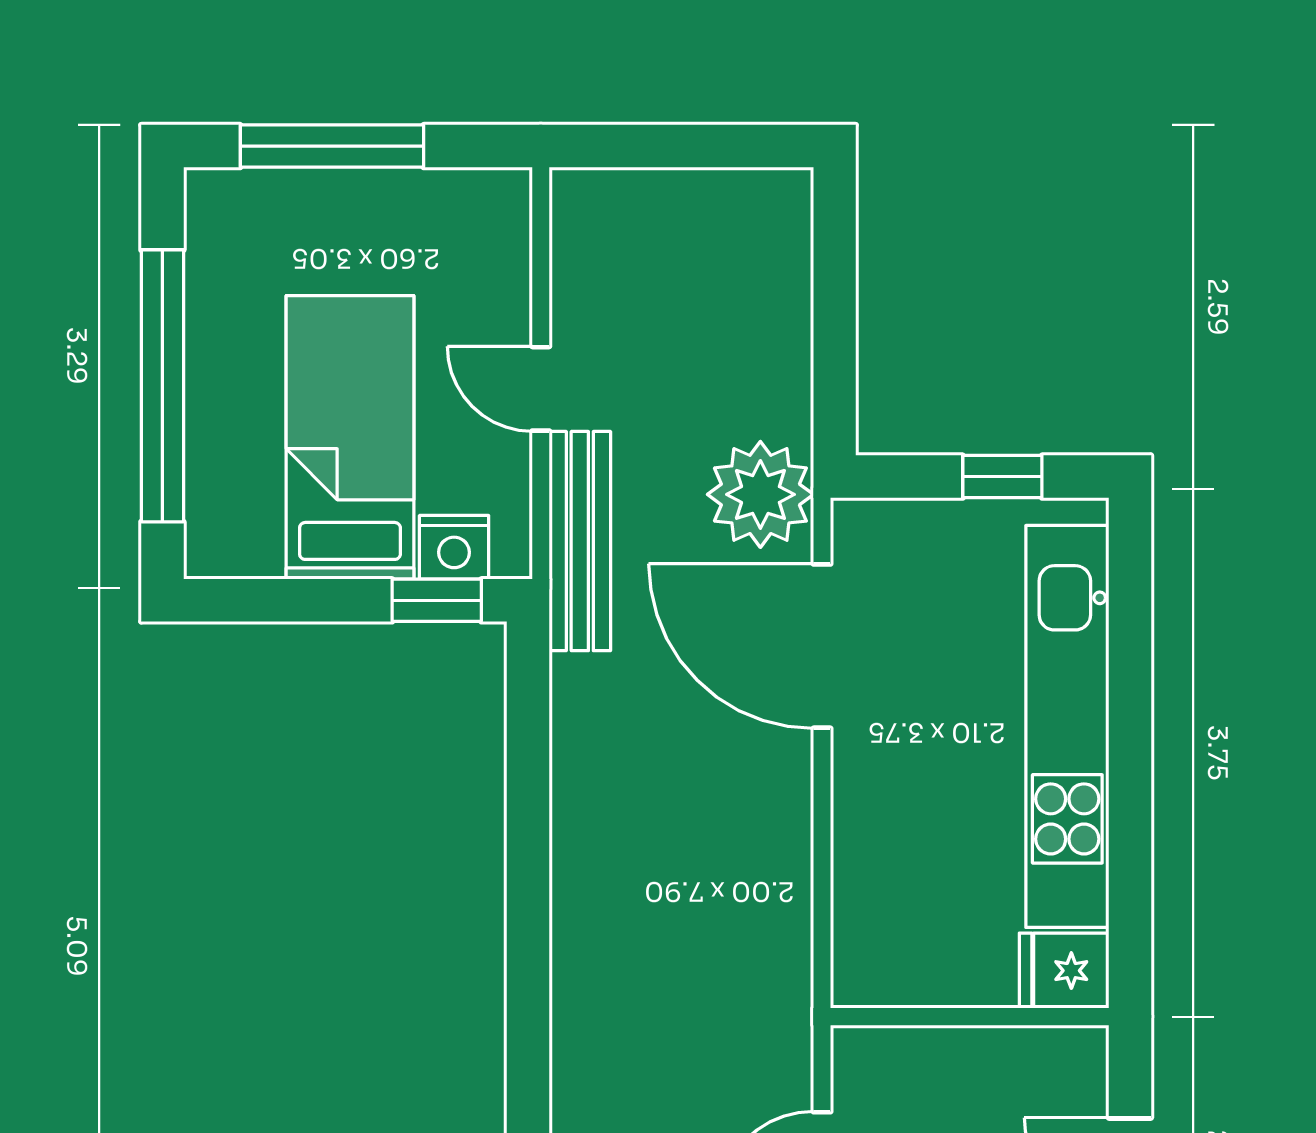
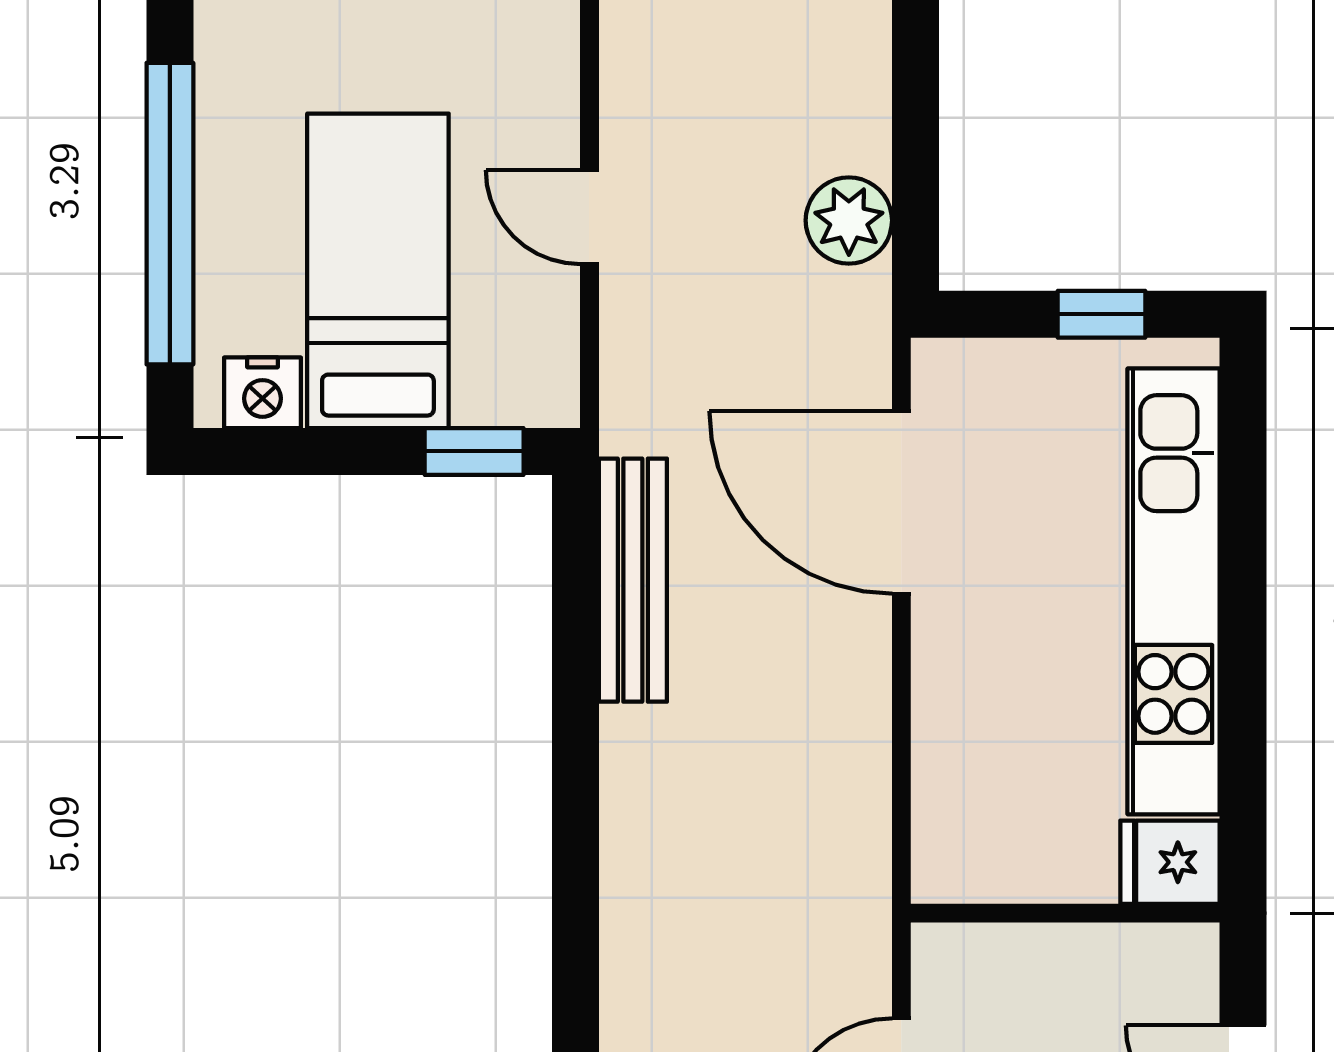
plant: (760, 494) -> (849, 220), moved, width x0.73, depth x0.73
bench: (580, 541) -> (633, 580), moved
nightstand: (454, 547) -> (262, 393), moved

